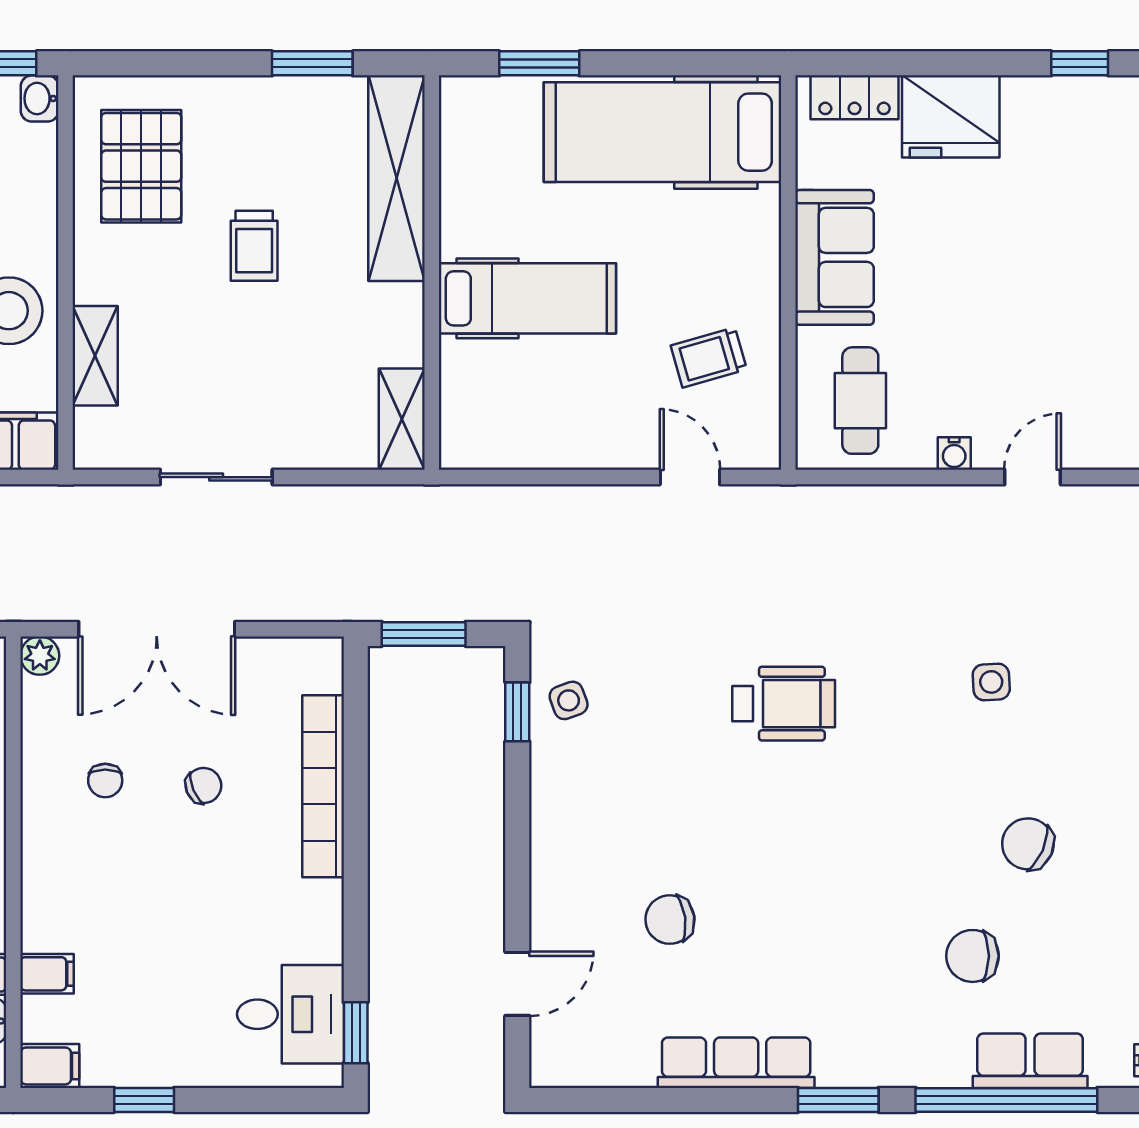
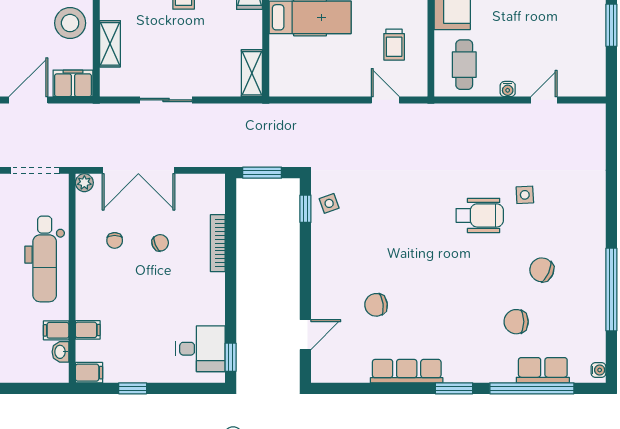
trolley: (709, 357) -> (394, 45), turned -74
wheelchair: (784, 704) -> (480, 215), moved
bookcase: (323, 786) -> (218, 243), width x0.68, depth x0.76

